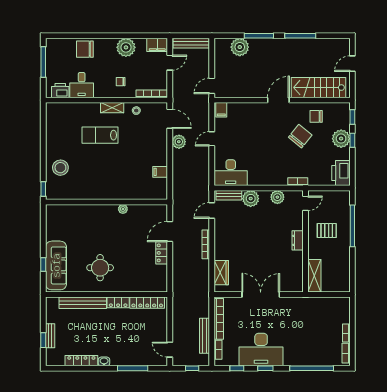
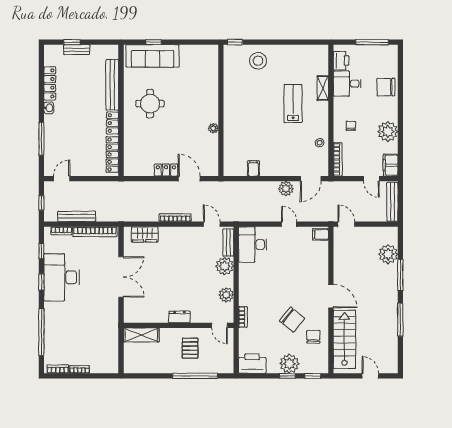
chair: (85, 49) -> (386, 87), turned -90
shelving: (112, 108) -> (323, 88), moved

